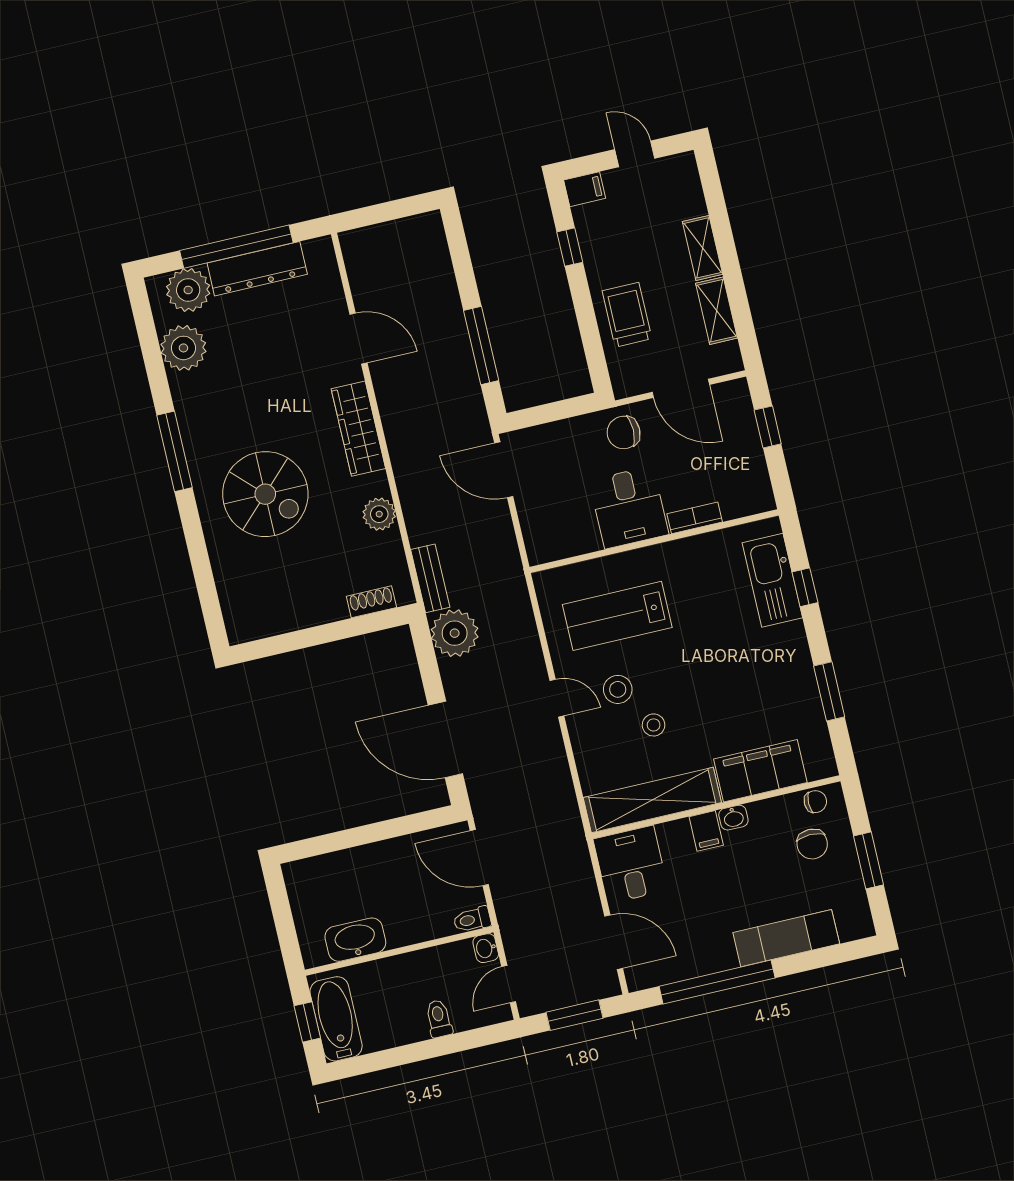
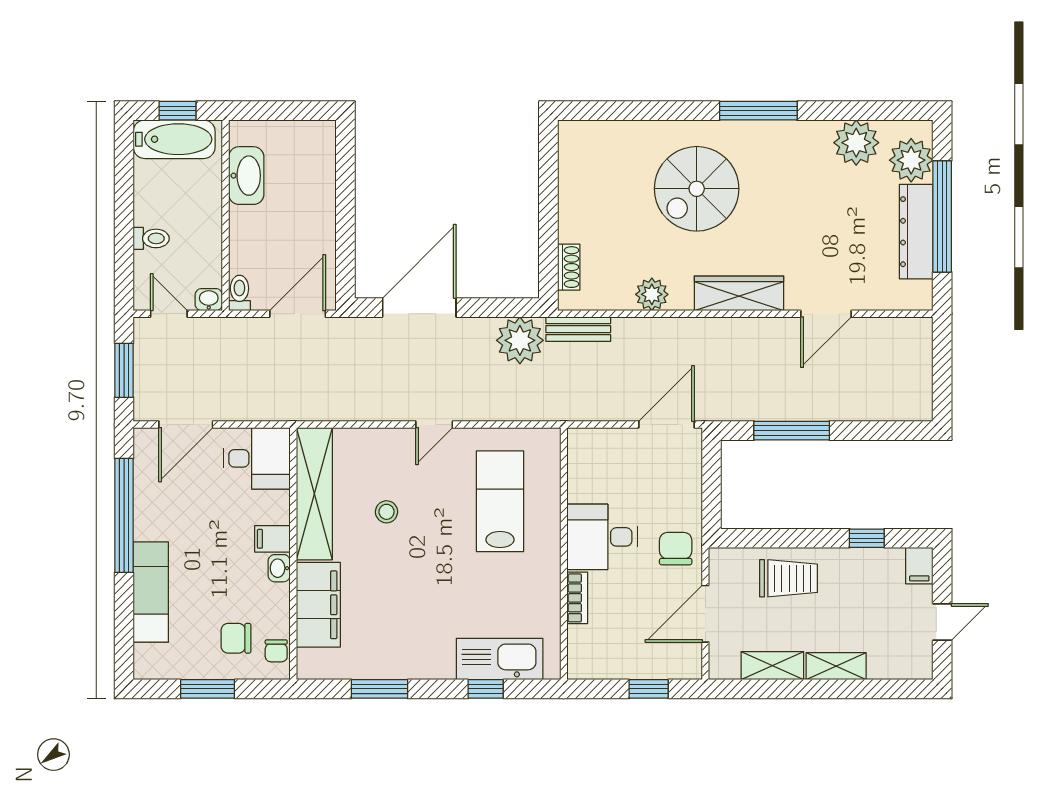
stool: (618, 689) -> (429, 485), removed

